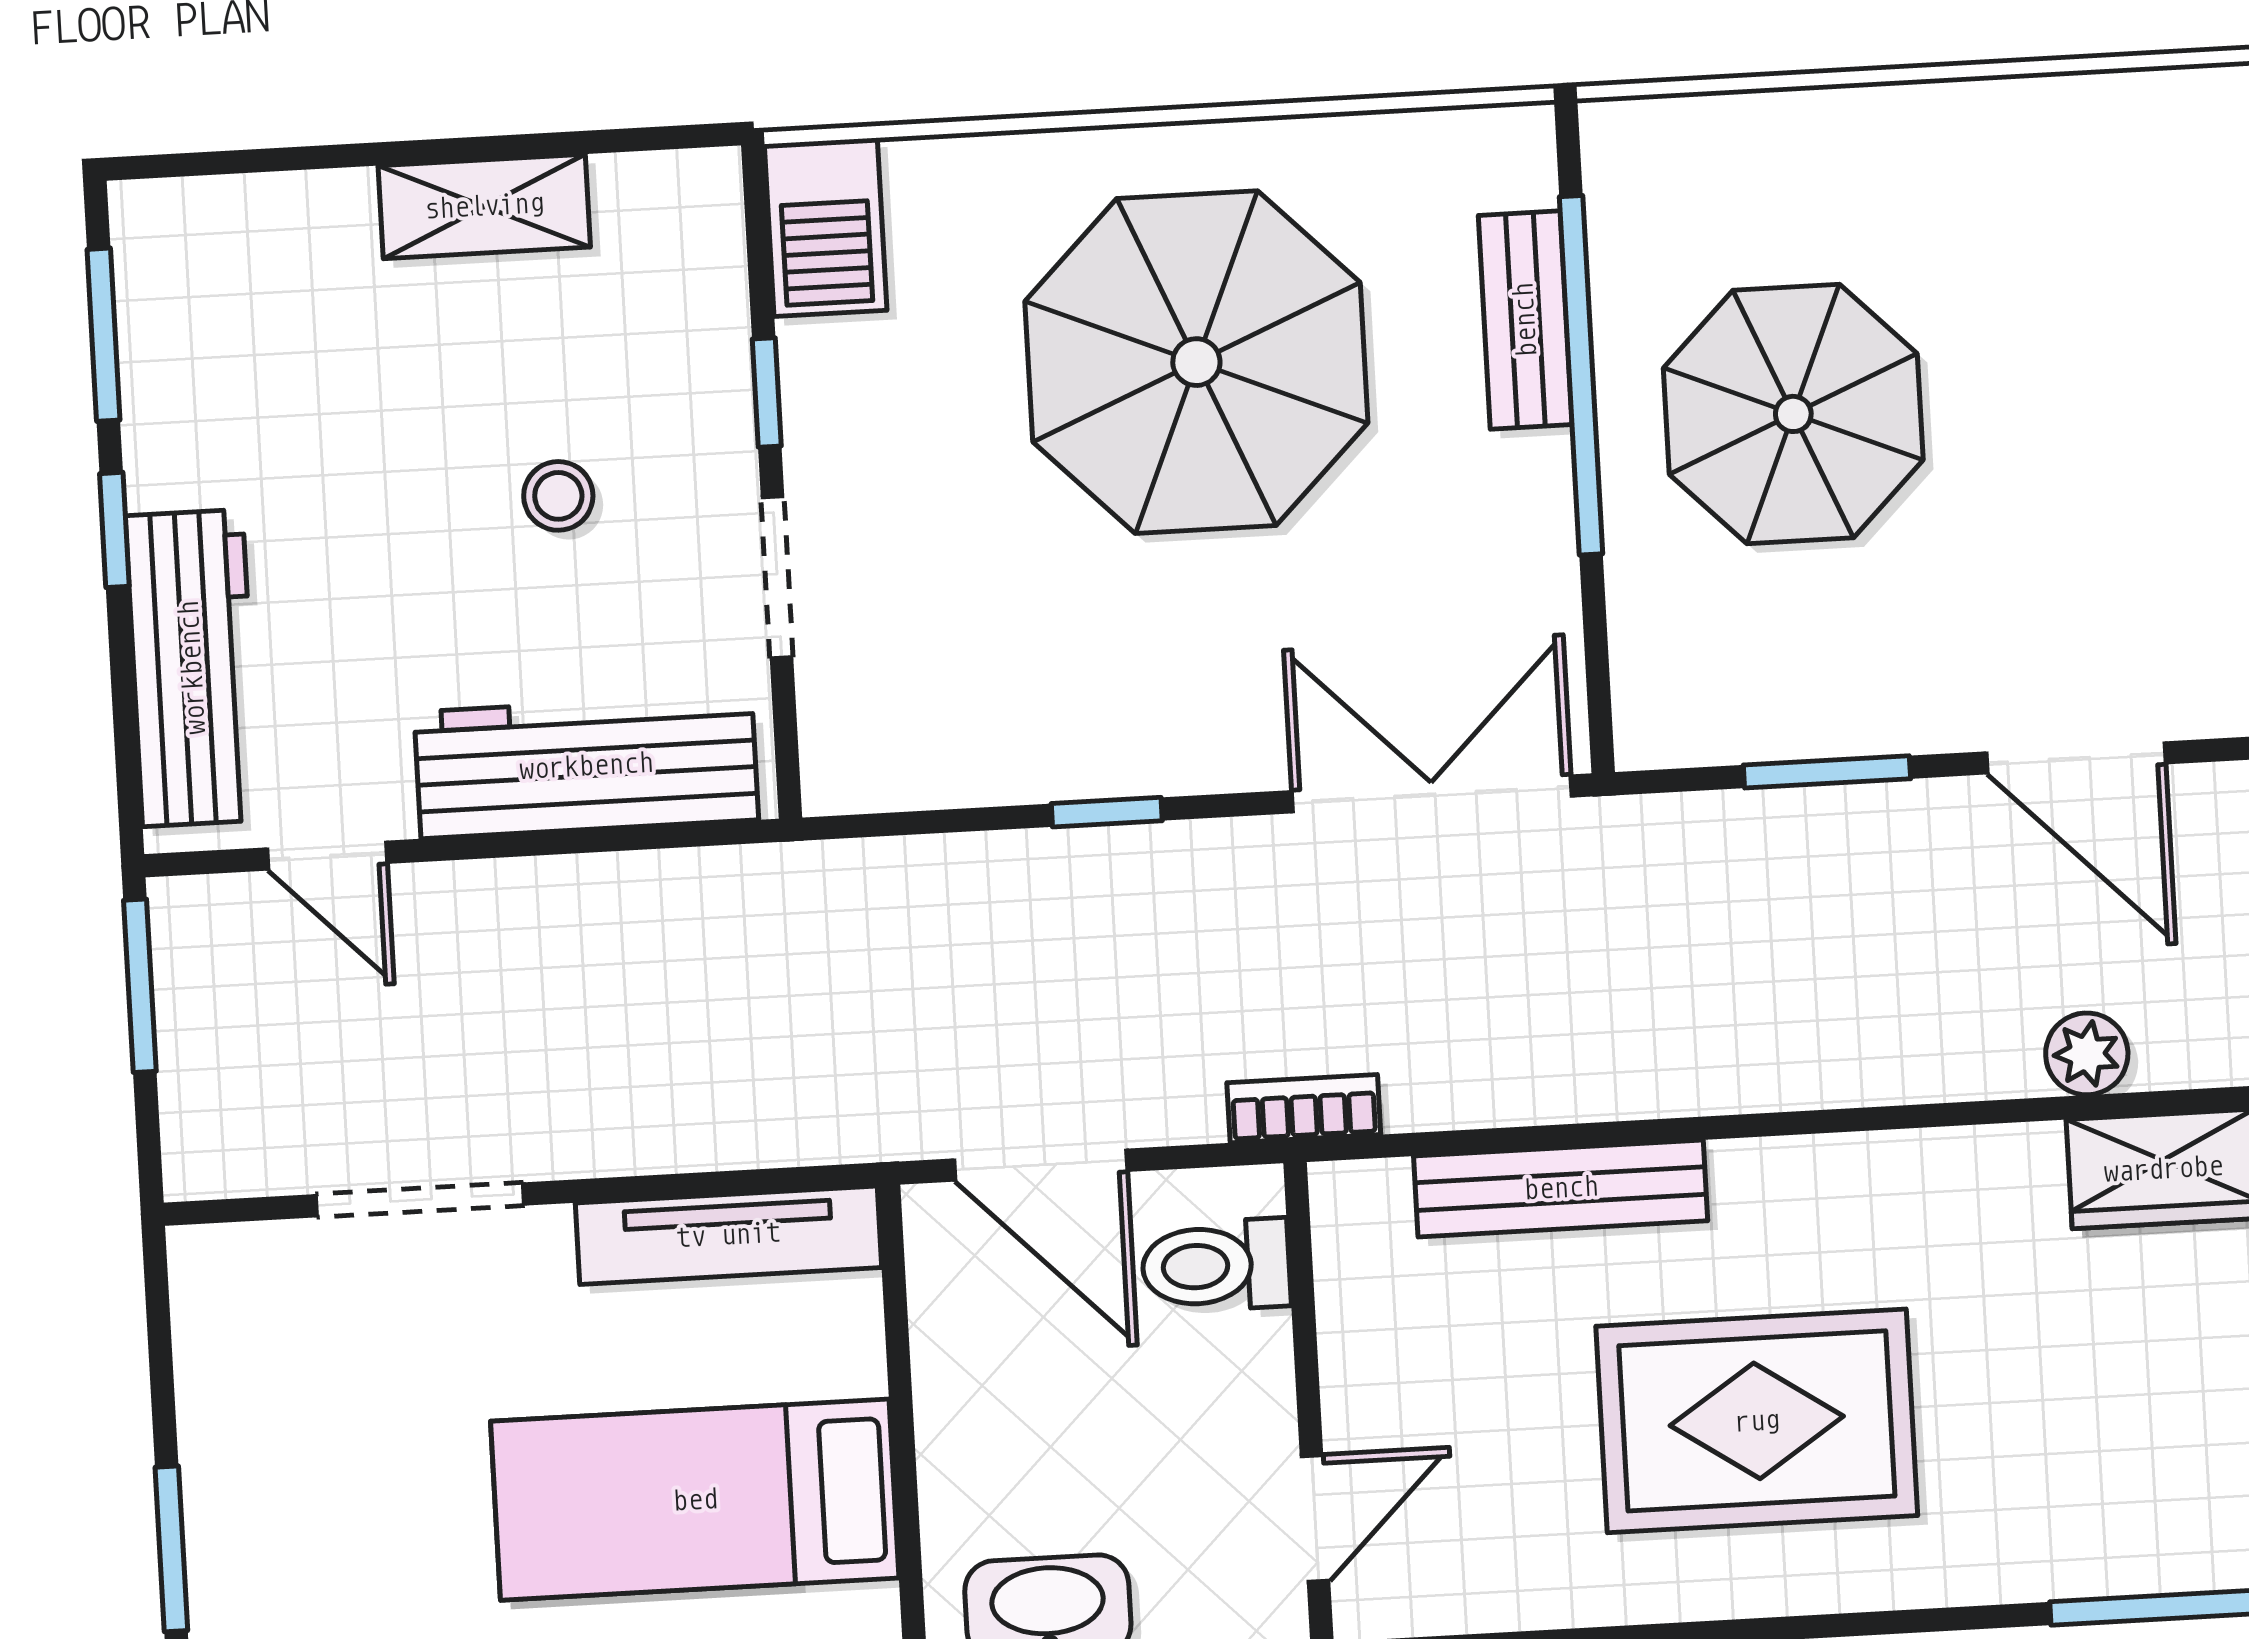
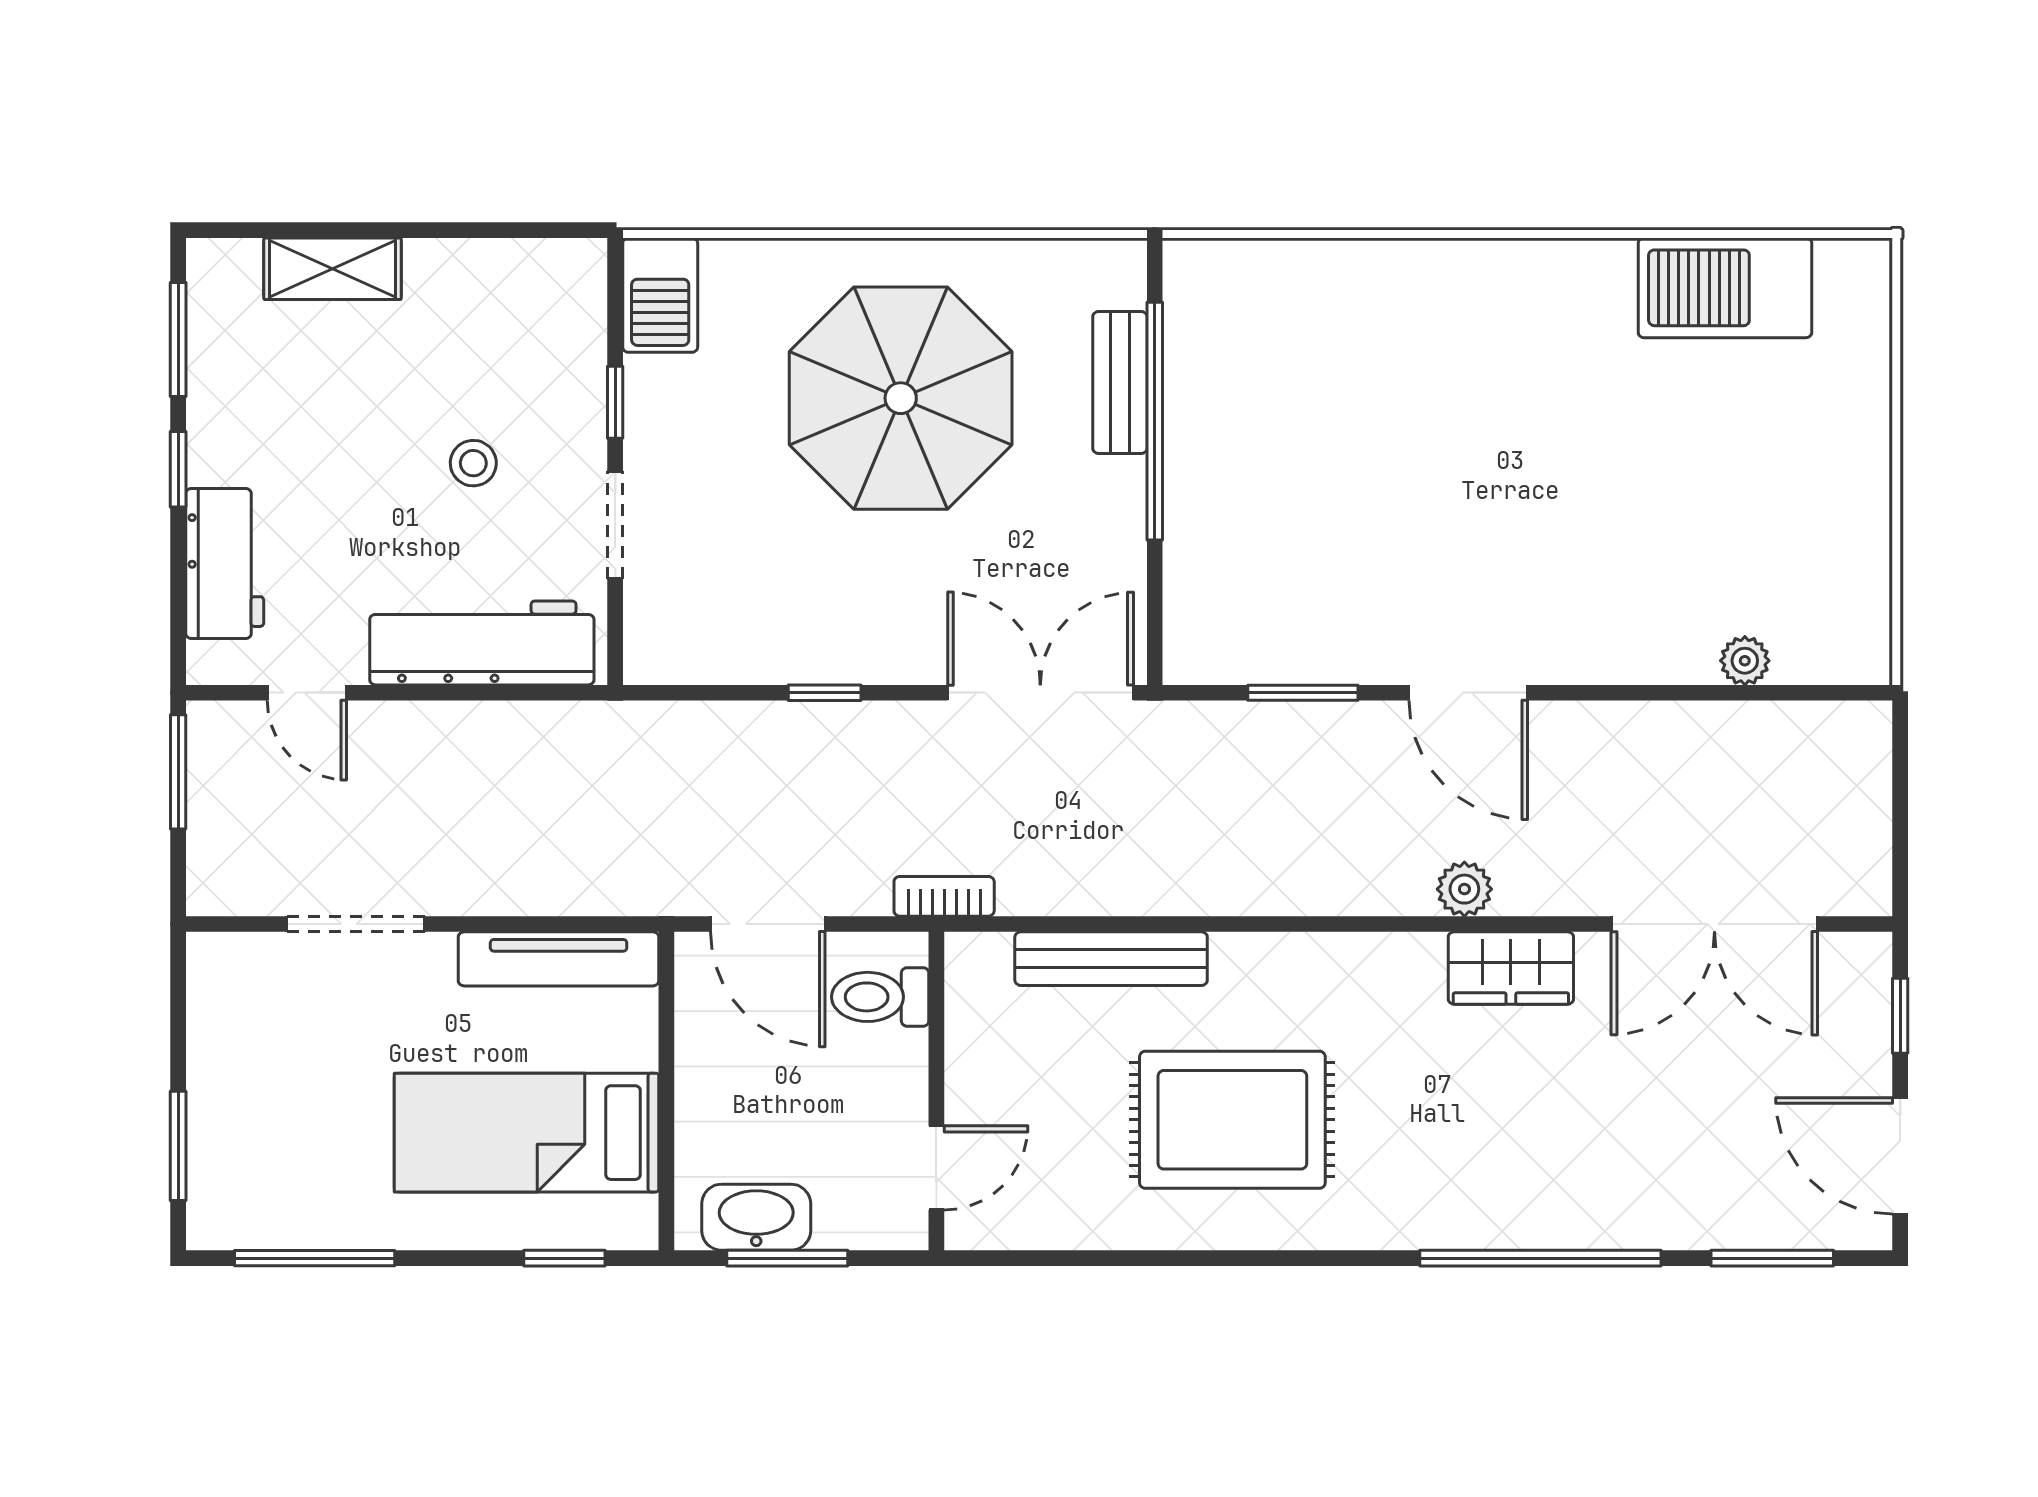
shelving: (484, 206) -> (333, 269), moved
parasol: (1793, 414) -> (1294, 455), removed
workbench: (192, 668) -> (225, 563), width x0.73

